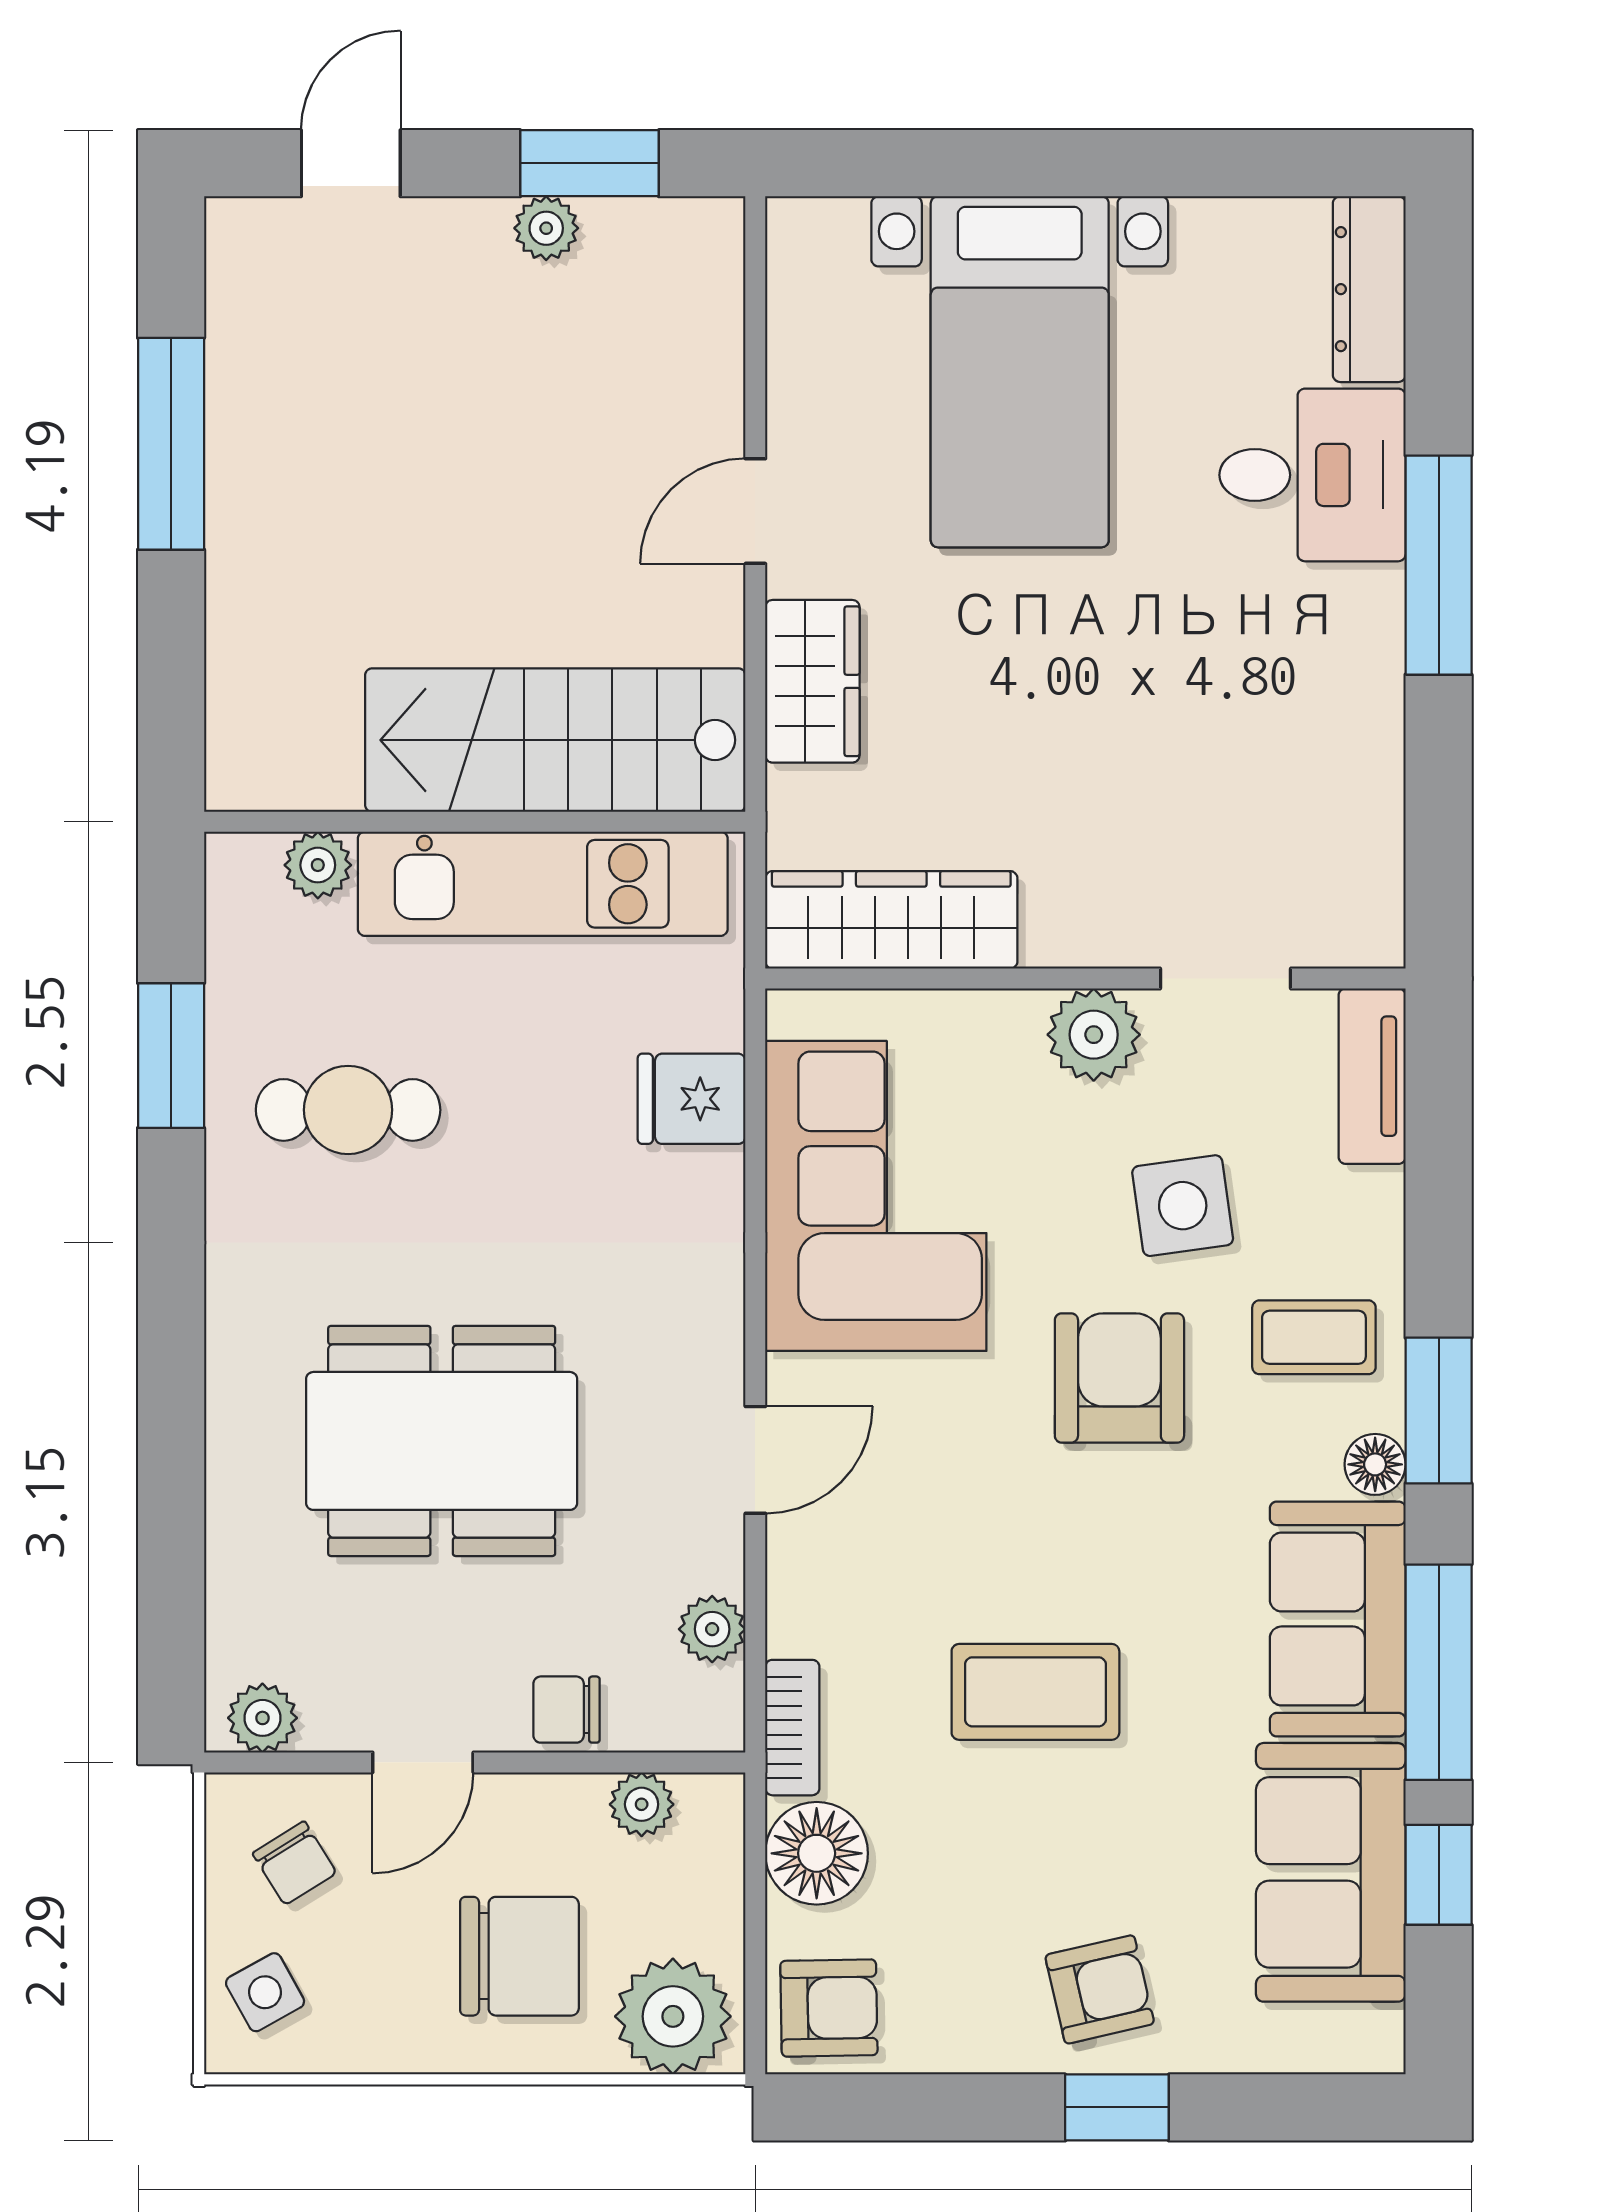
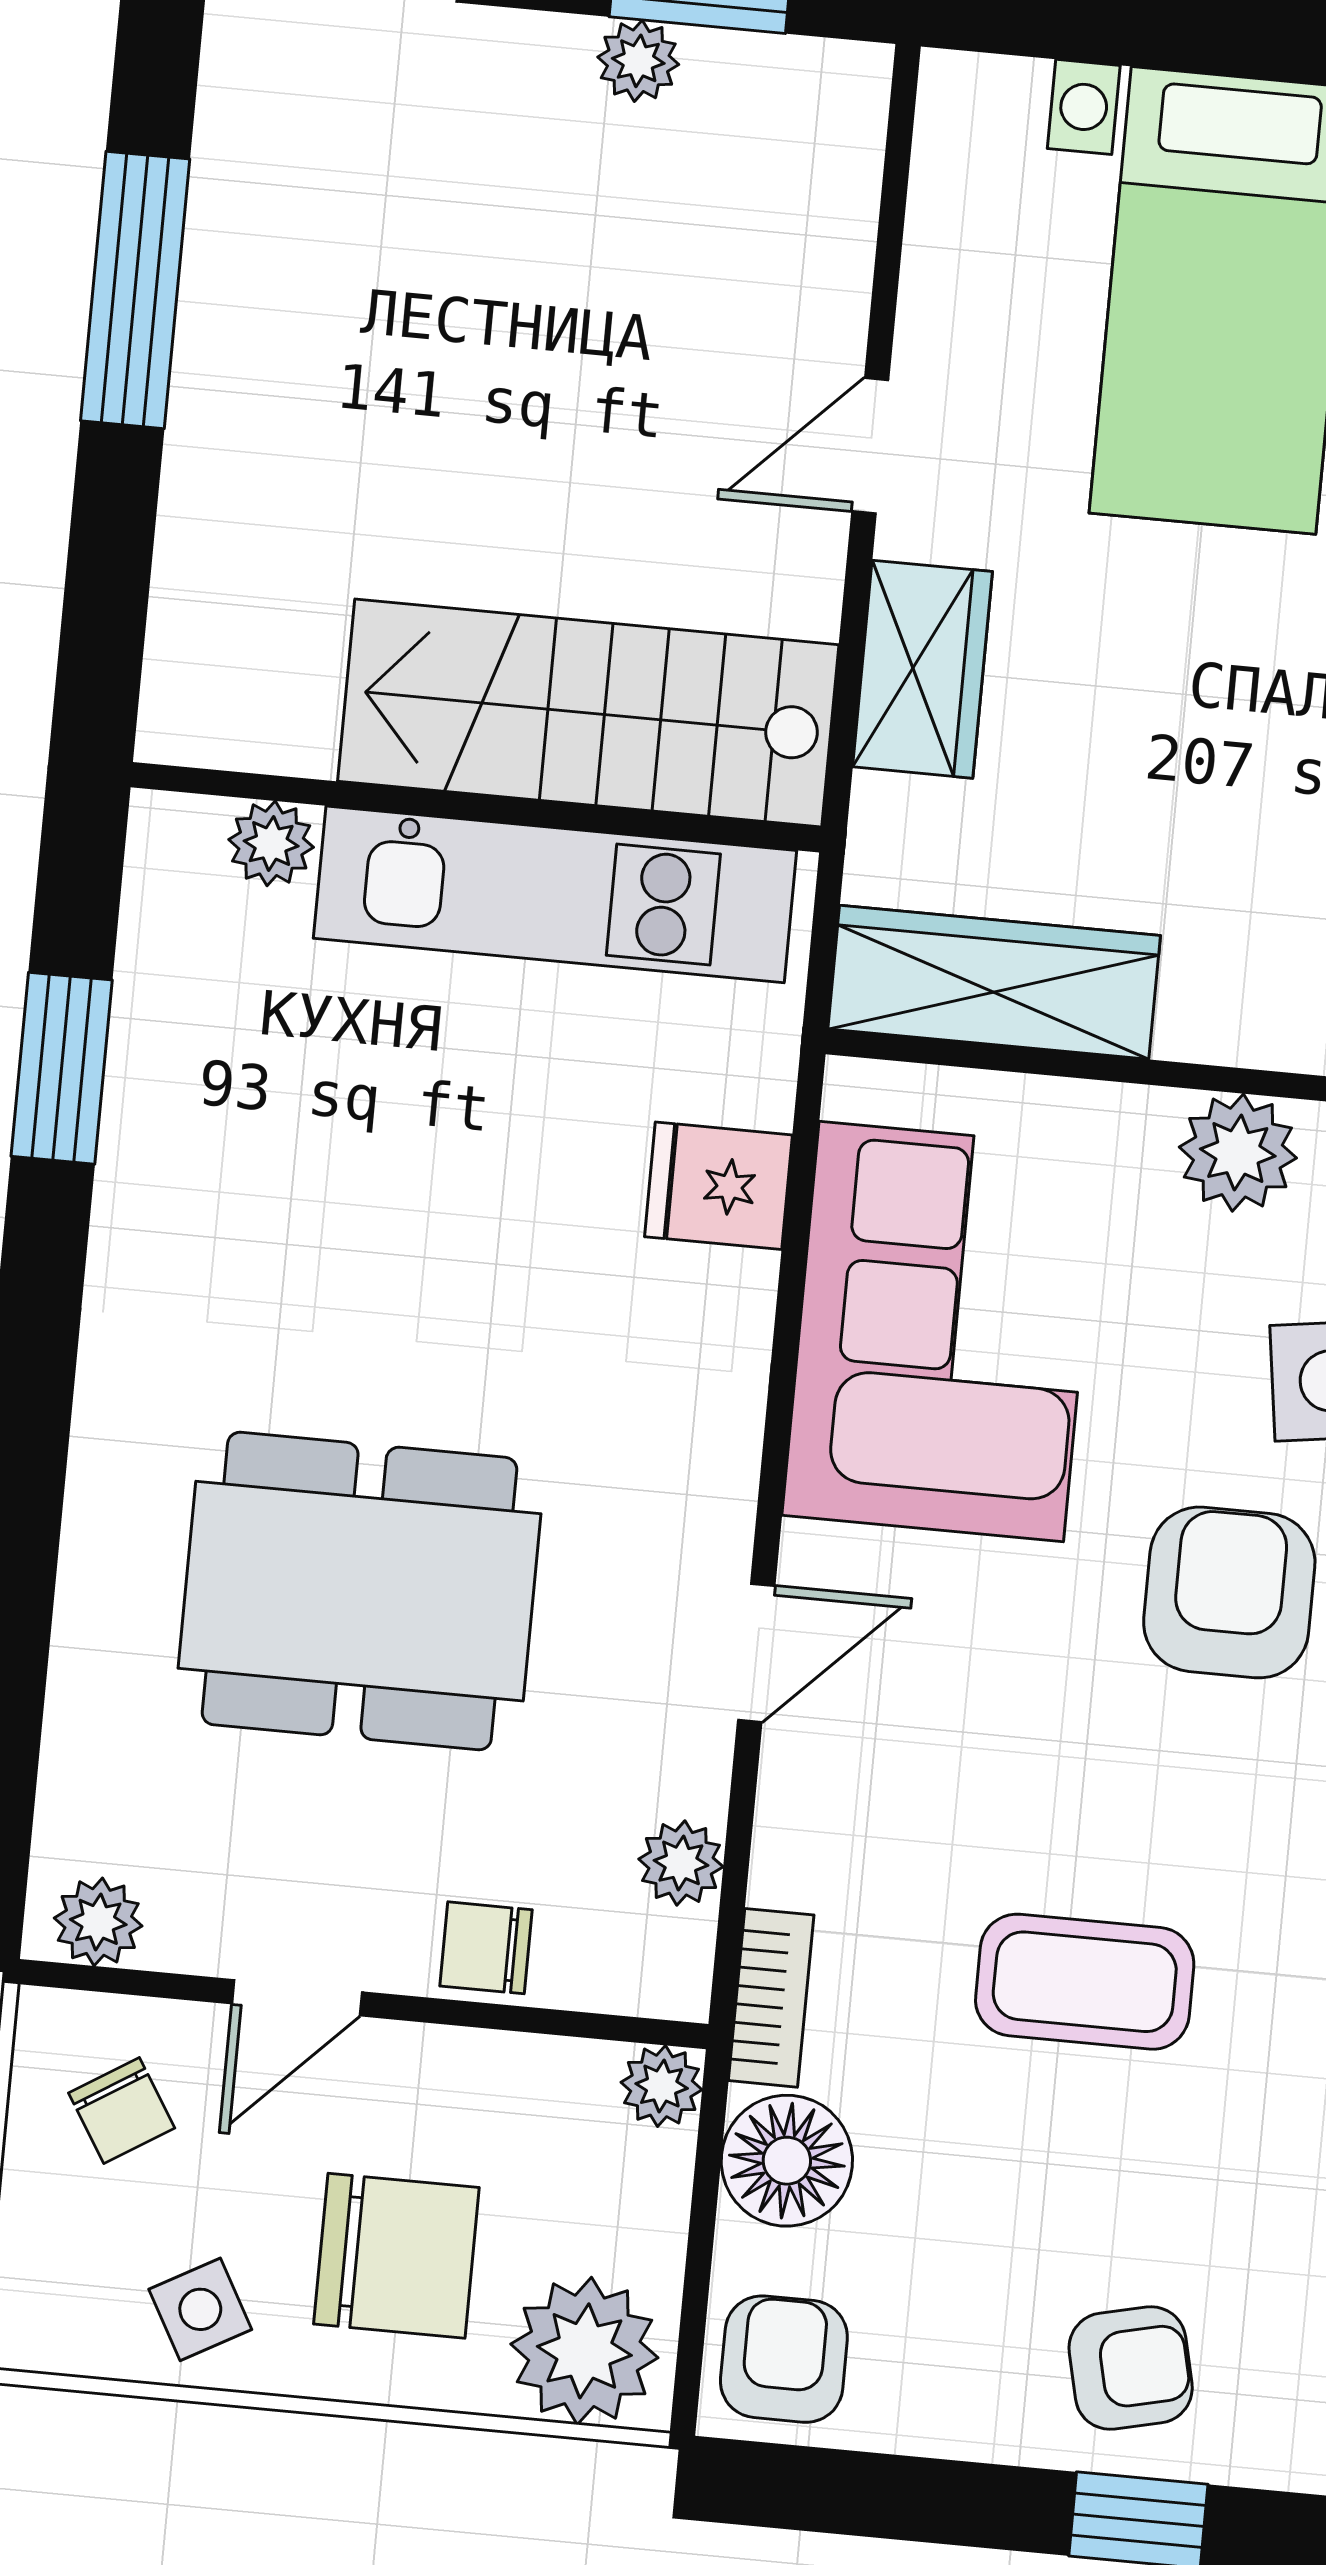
cafe table: (348, 1110) -> (280, 1159), removed
plant: (642, 1804) -> (662, 2086), moved
side table: (265, 1992) -> (200, 2309), moved
armchair: (829, 2008) -> (784, 2359), turned -89

